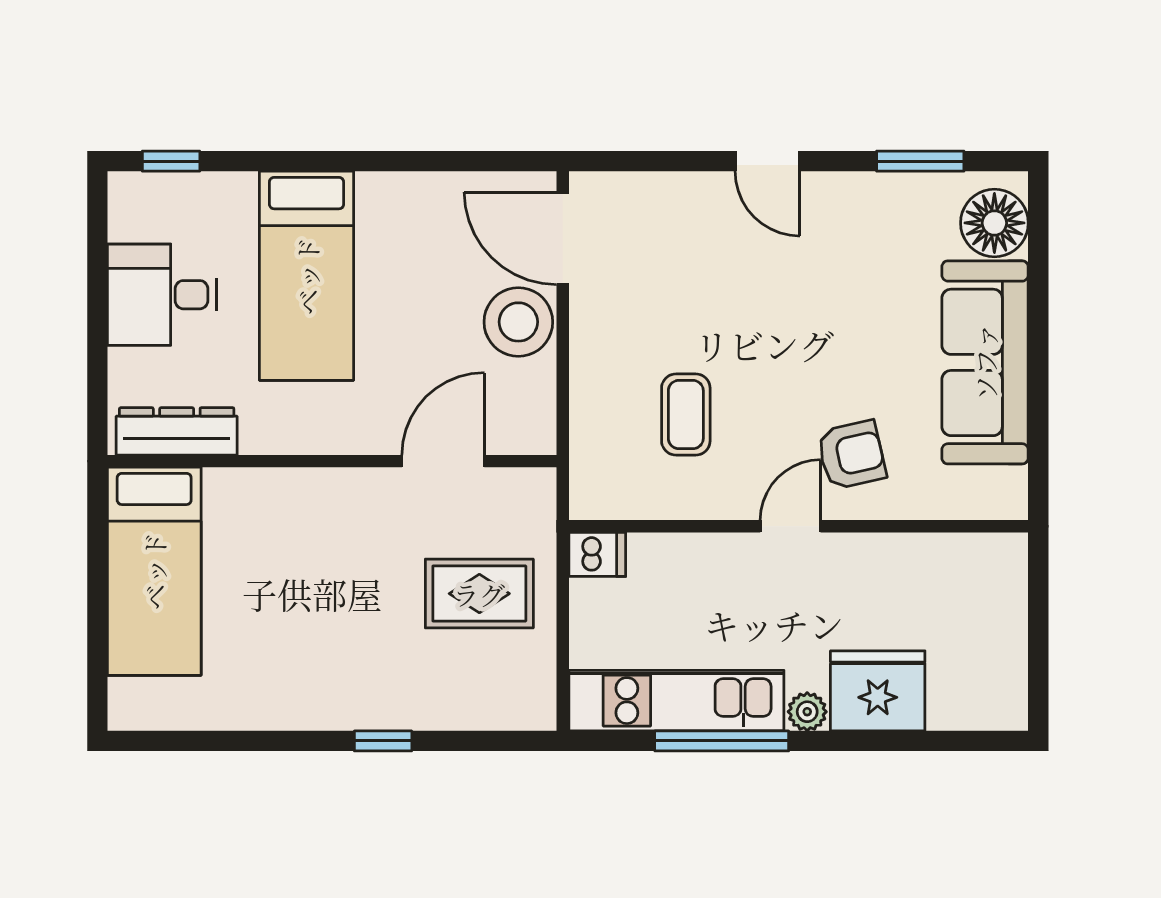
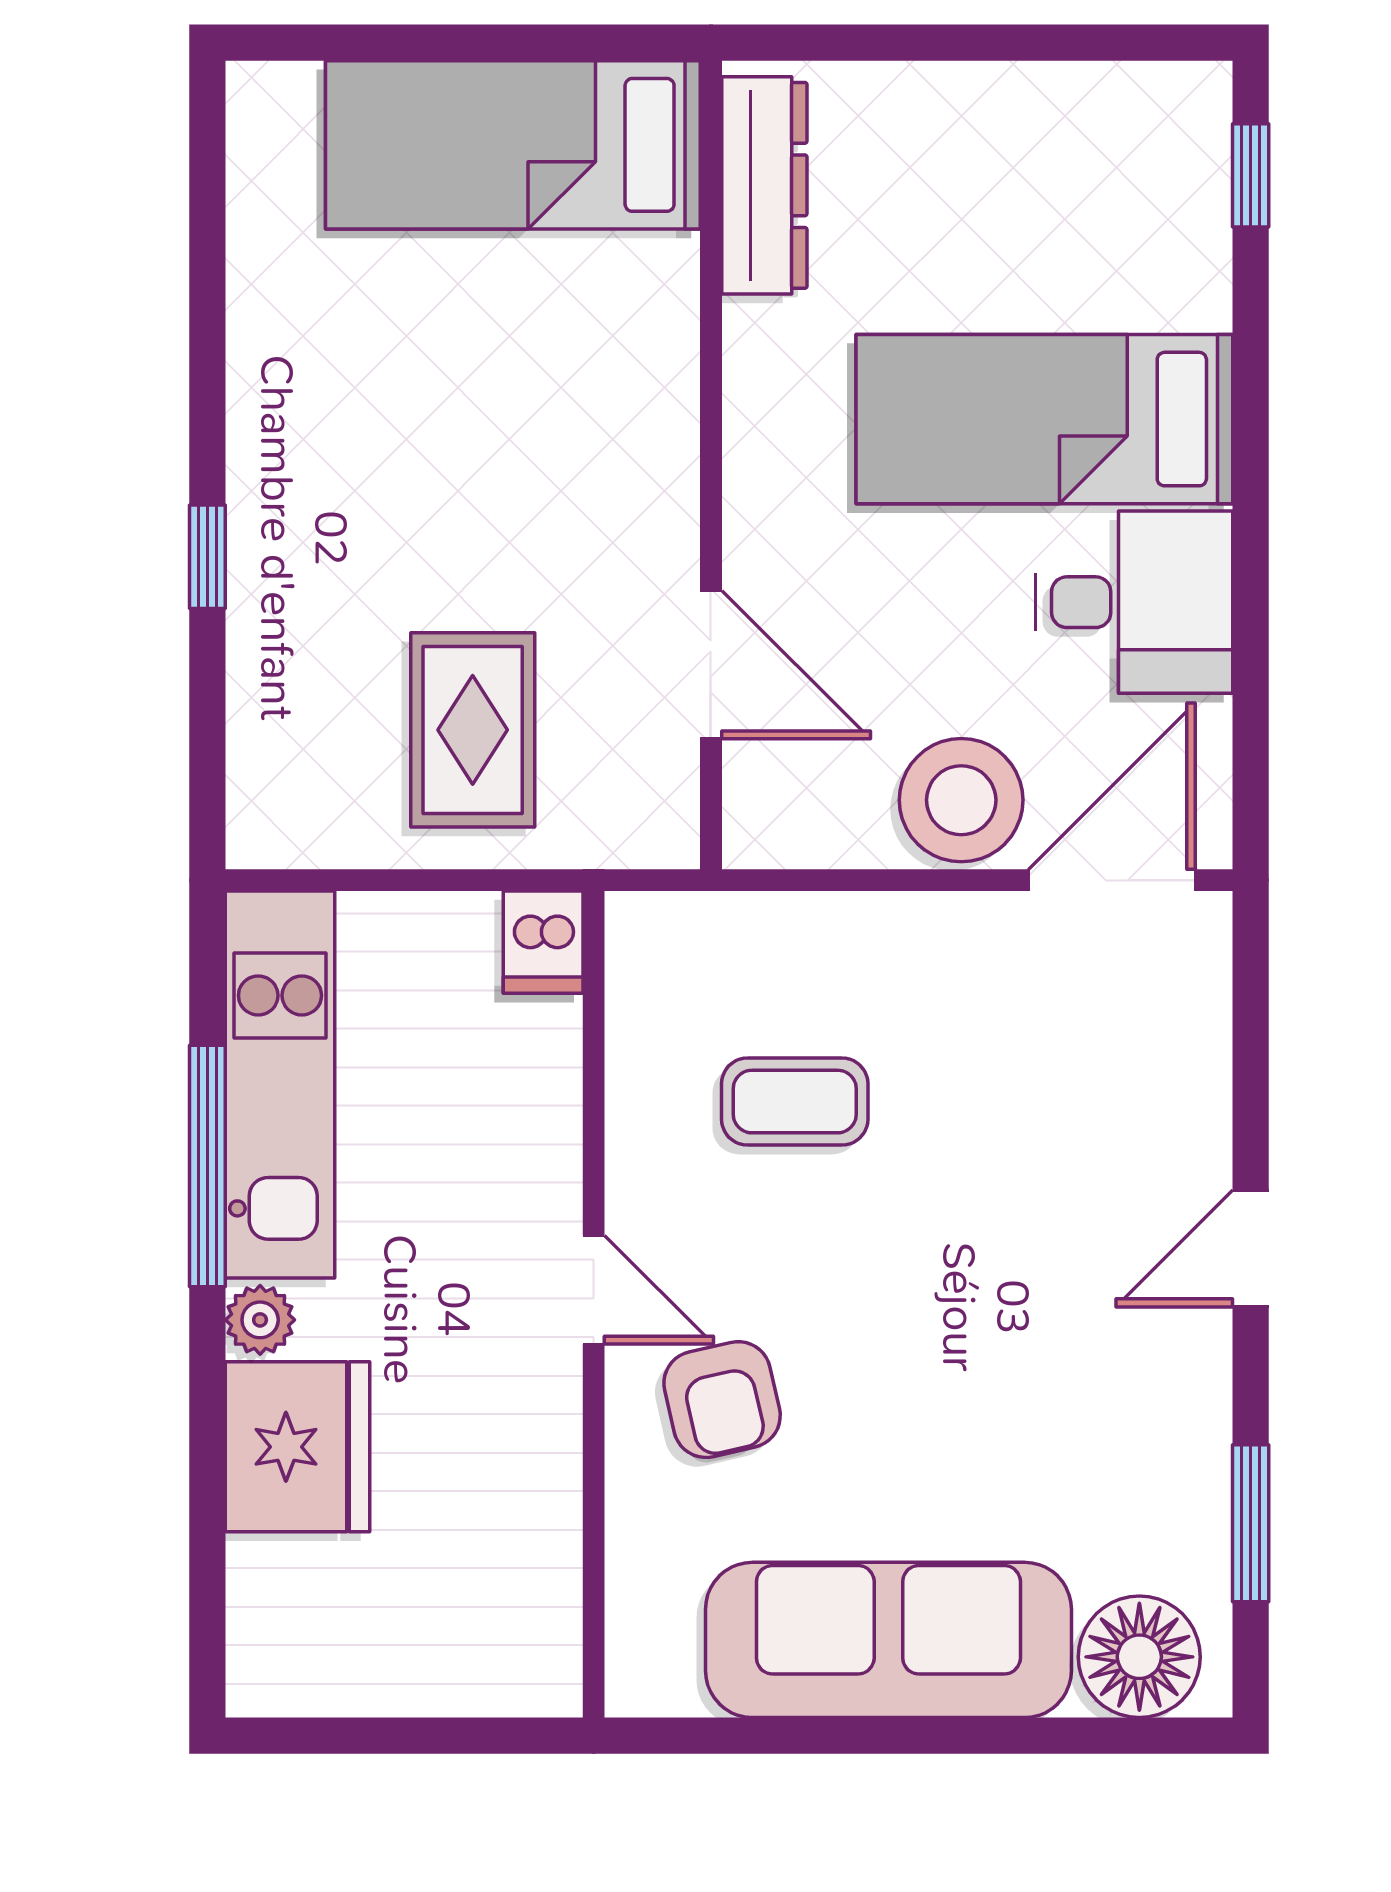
desk: (162, 295) -> (1134, 602), moved, turned 90

